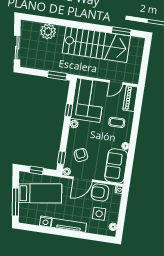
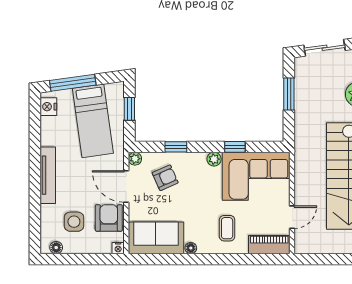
window: (57, 75) -> (289, 94), moved
door: (116, 82) -> (292, 217), swing flipped
window: (62, 158) -> (176, 147), moved
nightstand: (46, 222) -> (48, 107), moved

